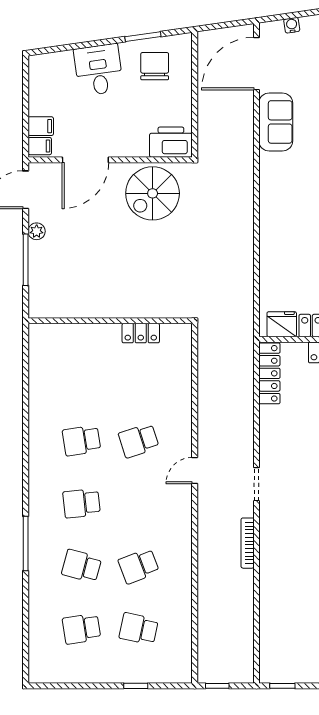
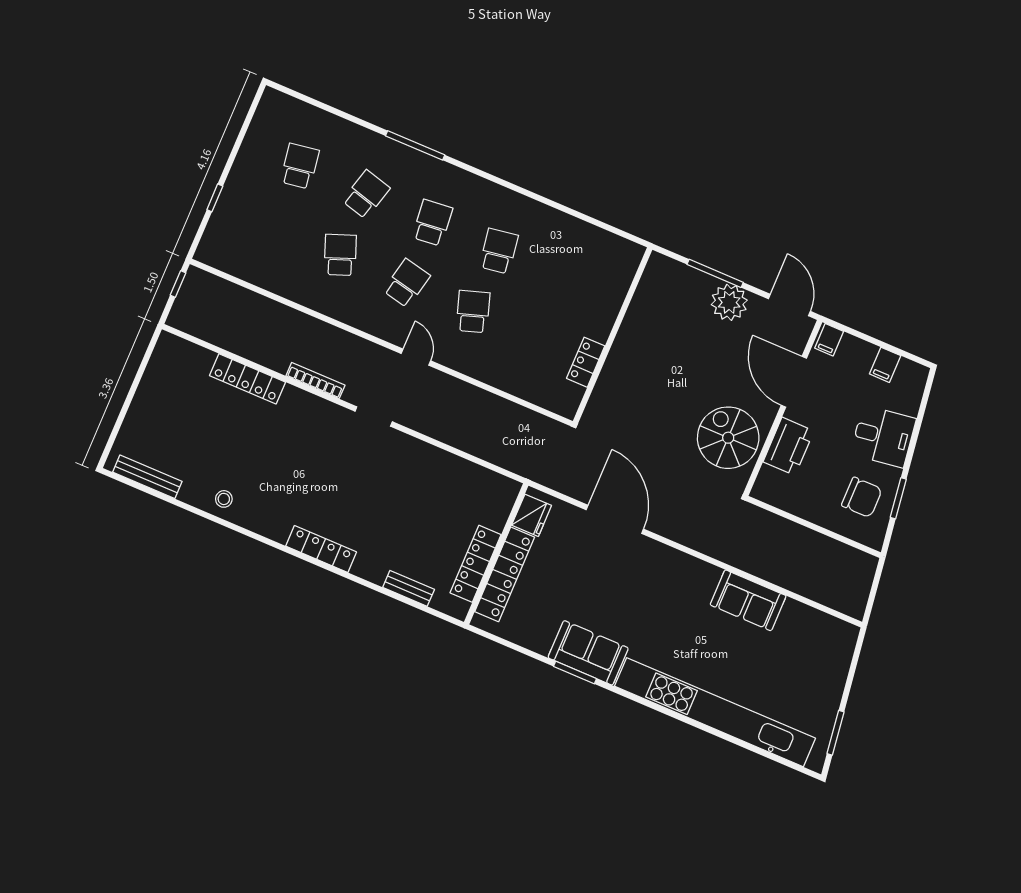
water cooler: (292, 25) -> (843, 661), removed
door: (257, 64) -> (615, 519), moved
filing cabinet: (41, 126) -> (885, 365), moved
printer: (171, 142) -> (788, 446), moved
plant: (37, 231) -> (729, 302), width x1.87, depth x1.87
locker: (269, 373) -> (248, 379), moved
school desk: (139, 629) -> (407, 283), moved
window: (282, 686) -> (149, 353), removed

